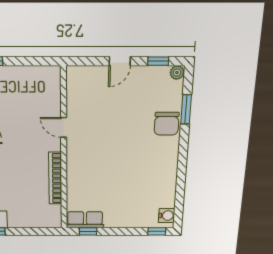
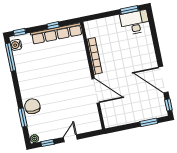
door: (64, 127) -> (96, 91), width x1.87
window: (179, 200) -> (11, 57), added
row of seats: (85, 220) -> (57, 33), width x2.02
window: (88, 231) -> (53, 25), moved

